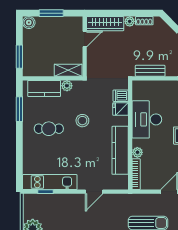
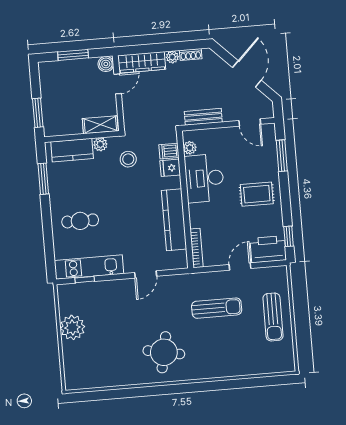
boiler: (29, 23) -> (106, 64), moved
stool: (82, 121) -> (128, 159), moved
cafe table: (49, 129) -> (80, 221), moved
plant: (137, 152) -> (190, 148), moved

